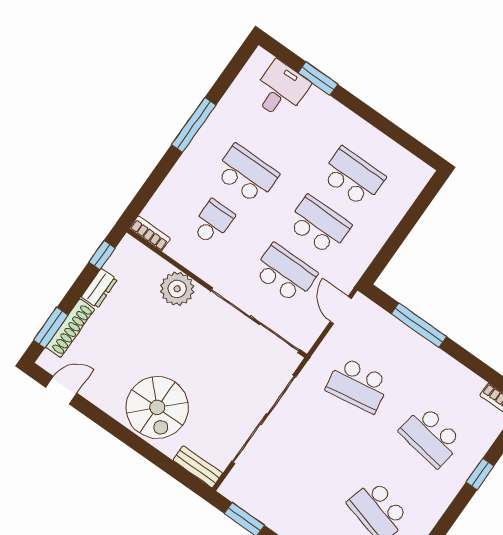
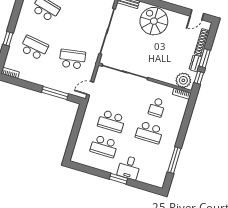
window: (318, 78) -> (119, 179), moved
desk: (280, 90) -> (129, 167), moved
window: (194, 125) -> (174, 160), moved
school desk: (285, 273) -> (119, 96), removed
plant: (177, 289) -> (183, 80), moved
door: (341, 310) -> (90, 88), swing flipped
window: (51, 328) -> (205, 58), moved

